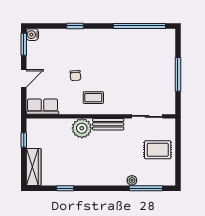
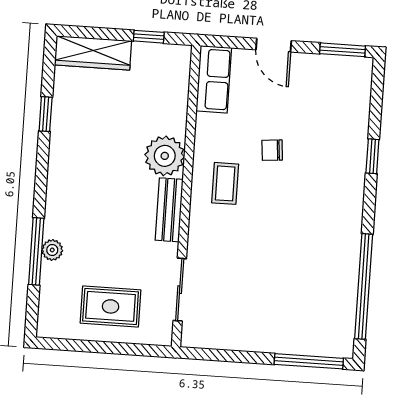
water cooler: (32, 35) -> (361, 69), removed
window: (178, 74) -> (309, 361), moved
rug: (158, 150) -> (111, 306), turned 90
window: (146, 188) -> (36, 251), moved

